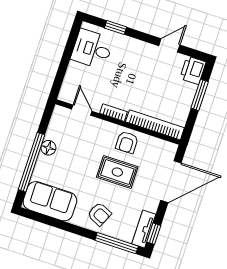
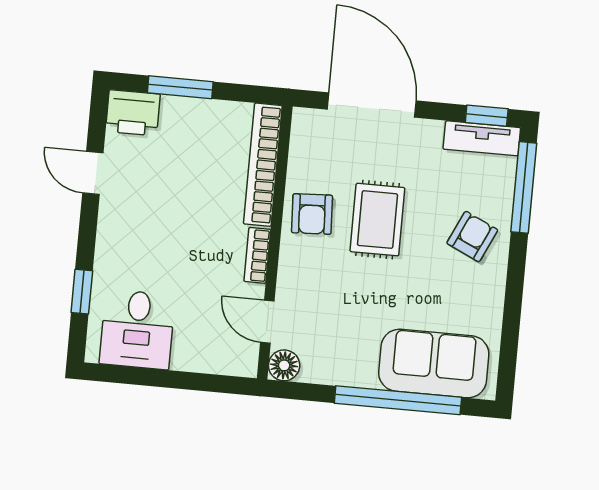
door: (82, 110) -> (267, 322), hinge flipped
armchair: (127, 142) -> (312, 214), turned 87
floor lamp: (48, 148) -> (284, 365), moved
sofa: (50, 201) -> (434, 363), moved, turned 90

